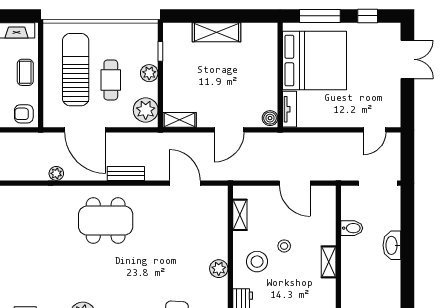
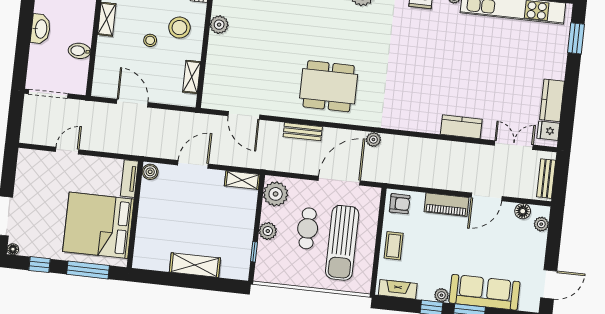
floor lamp: (395, 28) -> (13, 249), added
door: (85, 130) -> (339, 181), hinge flipped
door: (375, 130) -> (67, 151), moved

